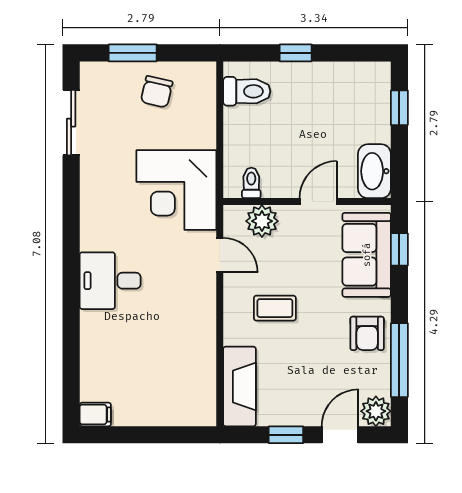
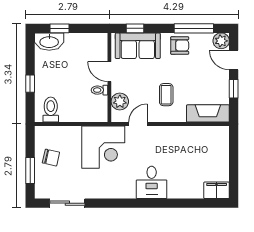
washbasin: (374, 171) -> (49, 42), moved
toilet: (251, 183) -> (99, 90), moved
filing cabinet: (95, 414) -> (217, 190), width x2.00

